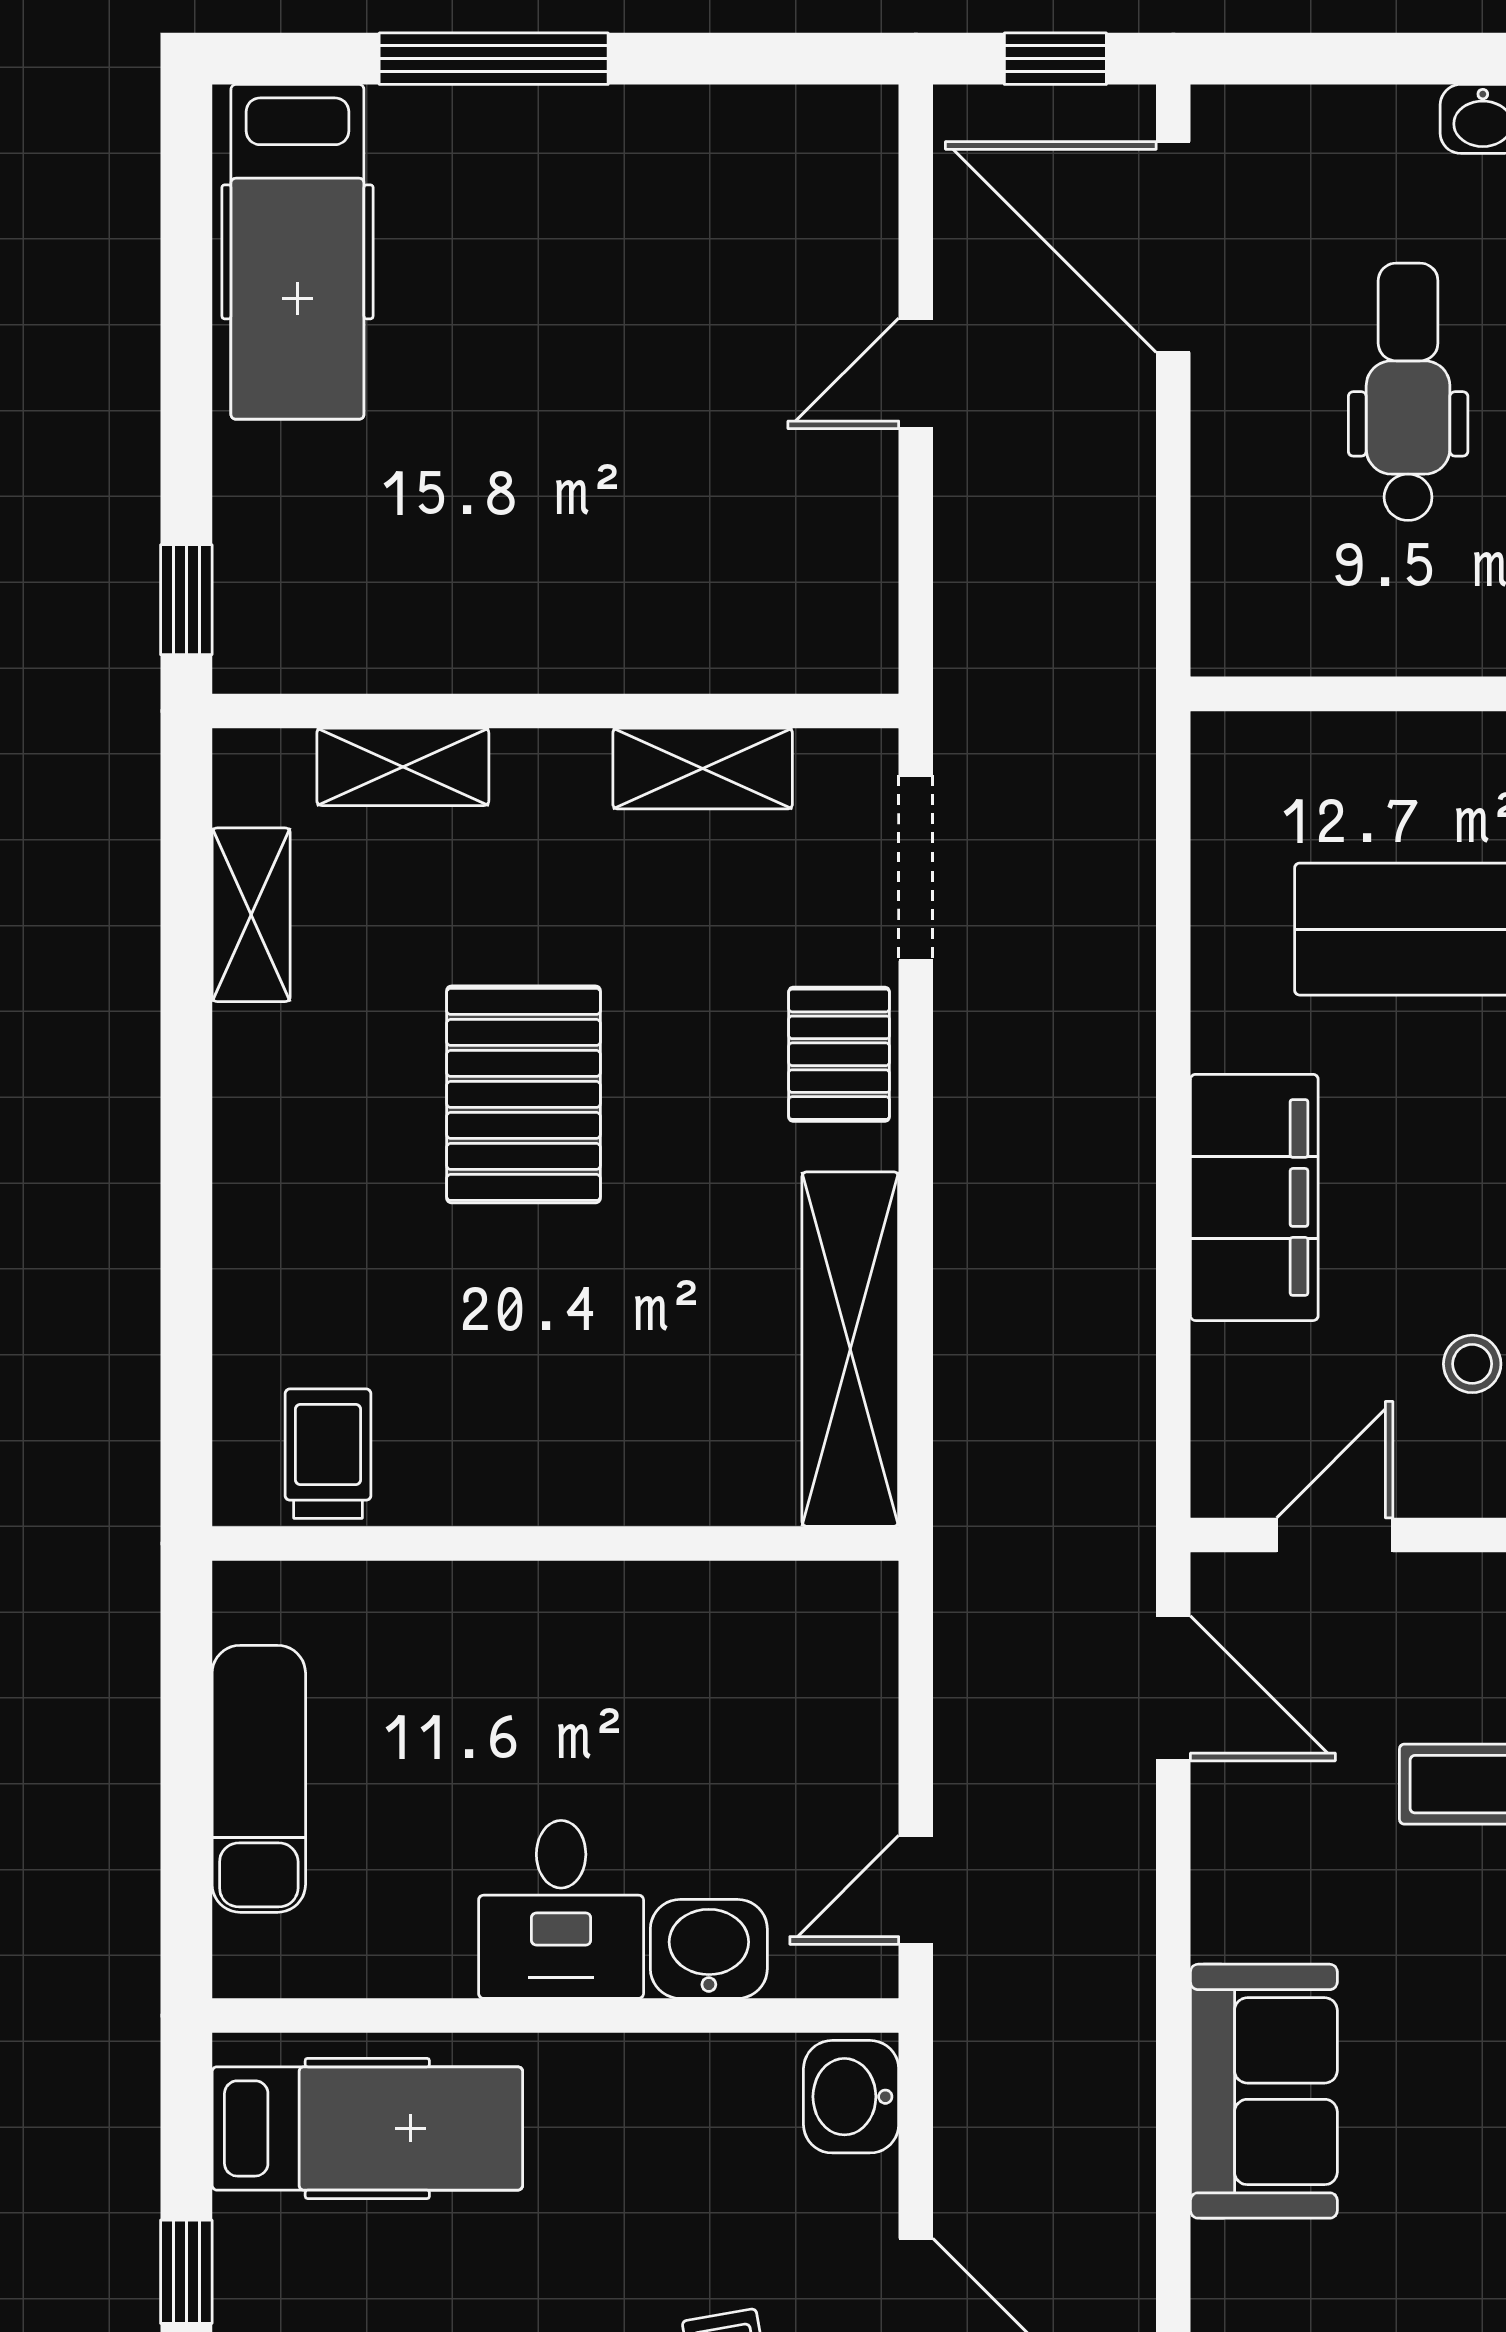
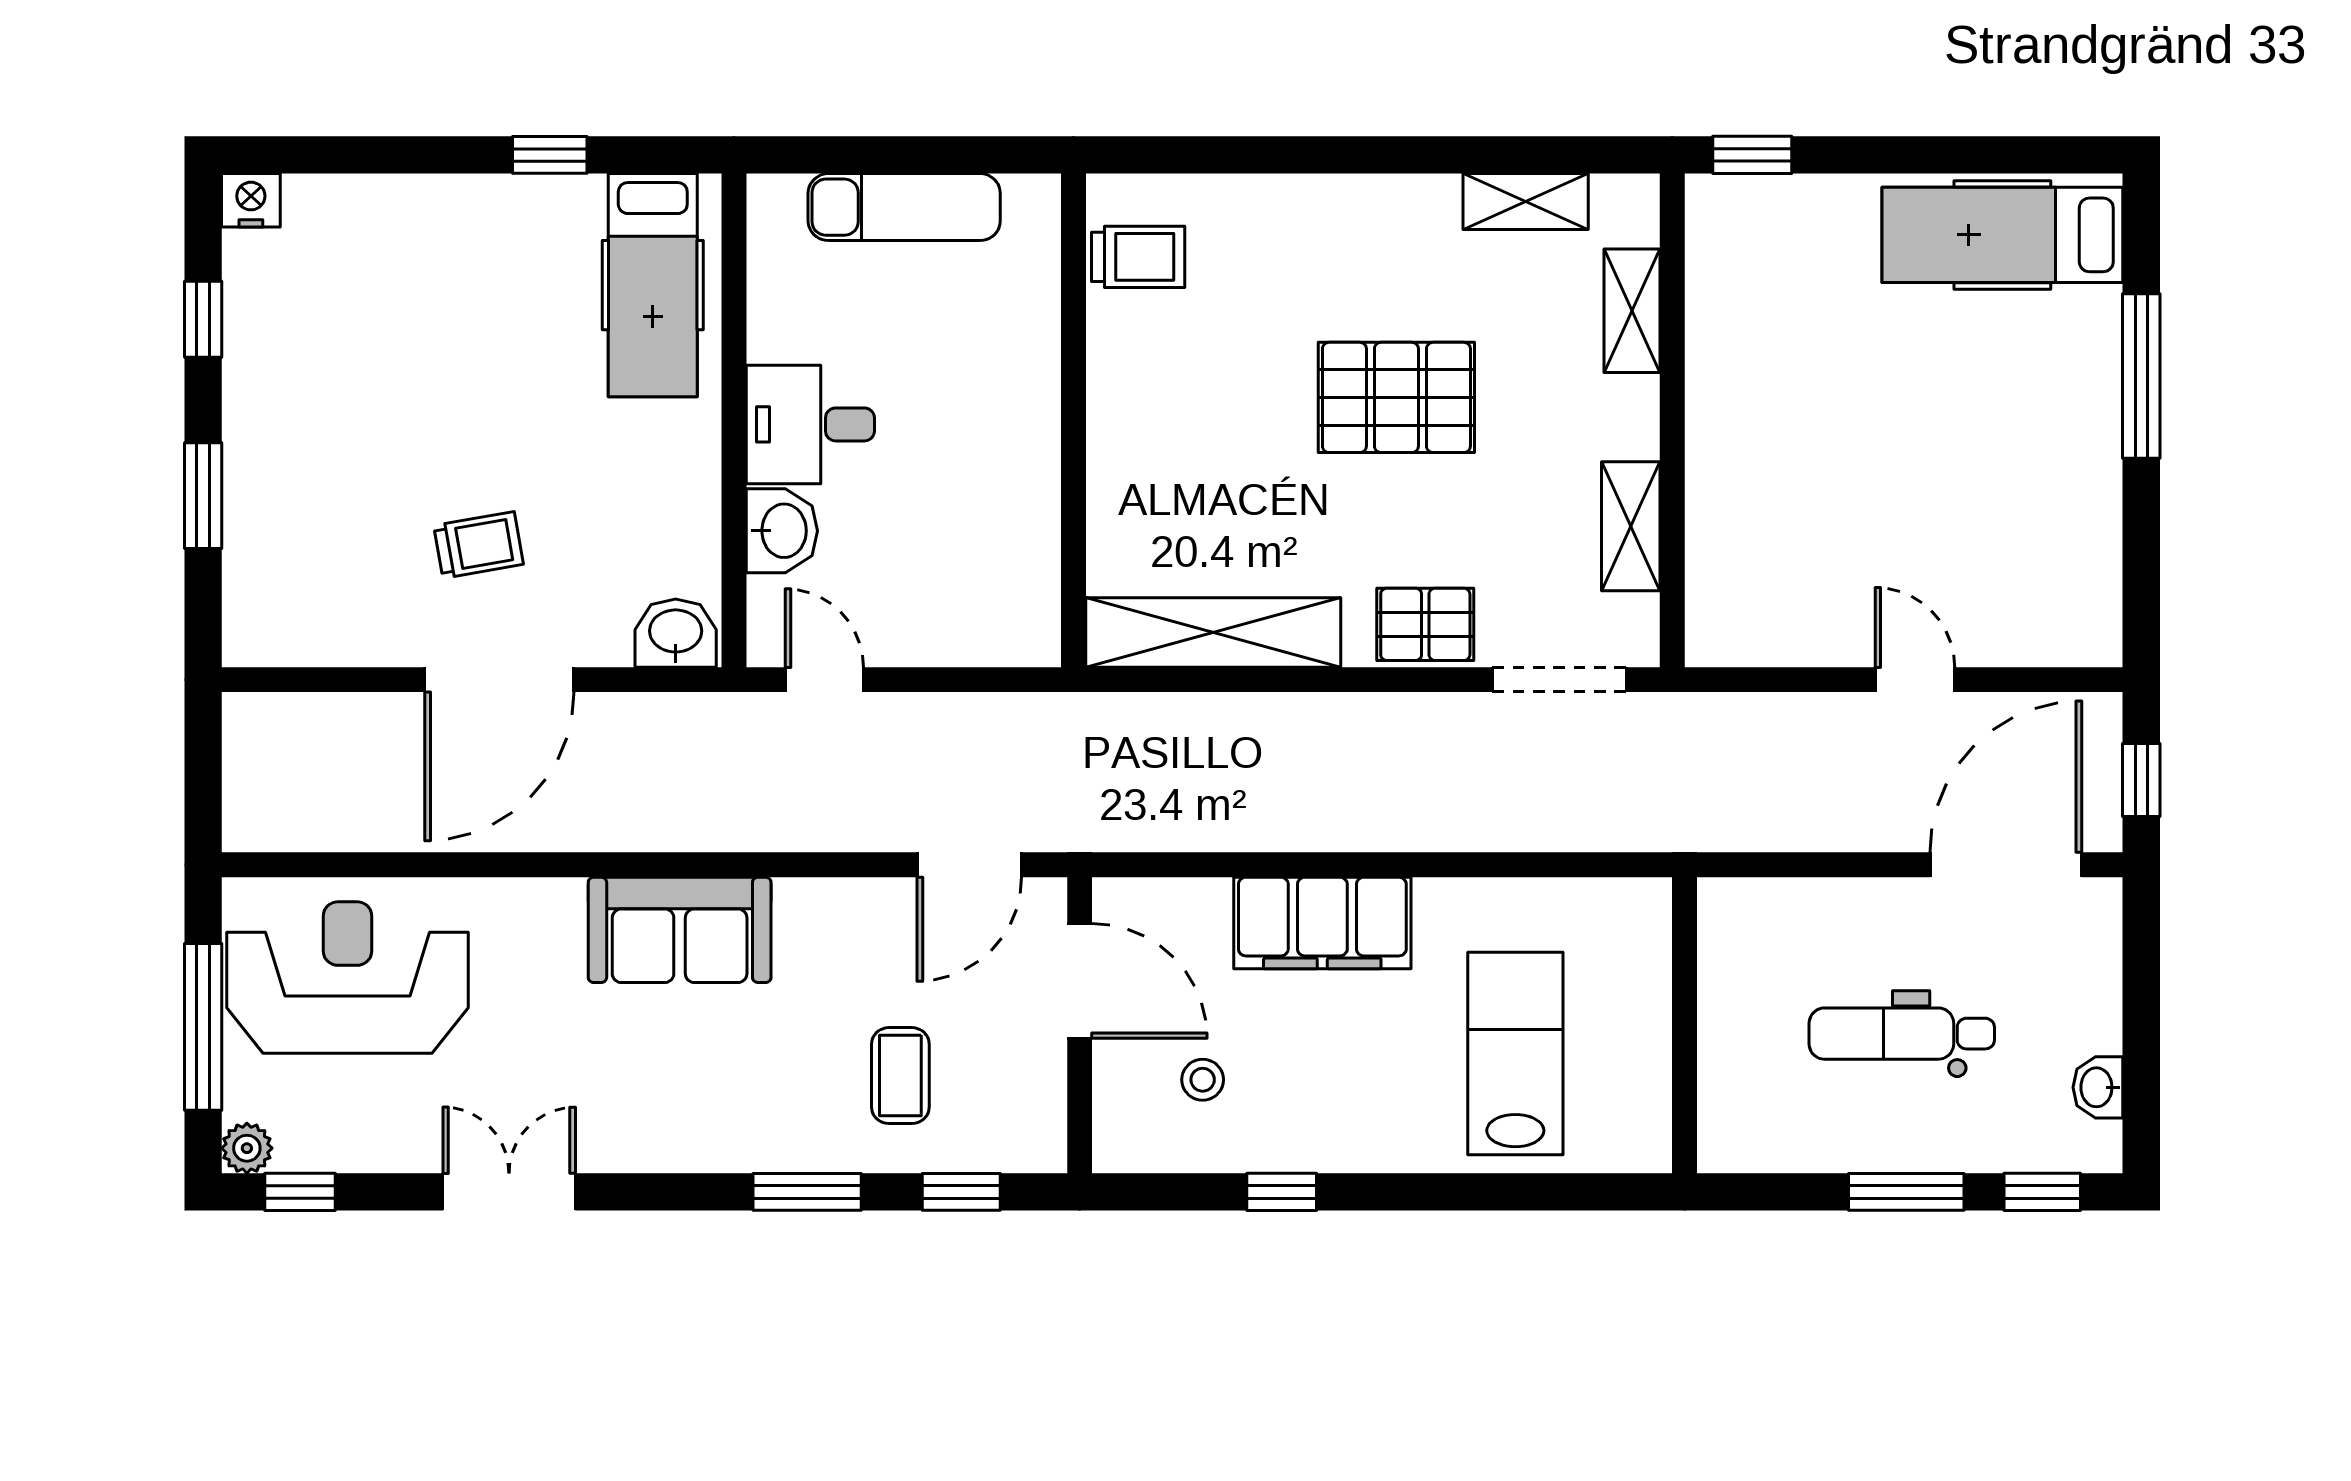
dental chair: (1408, 392) -> (1902, 1034), turned 180
door: (1335, 1535) -> (1080, 981), width x1.38

